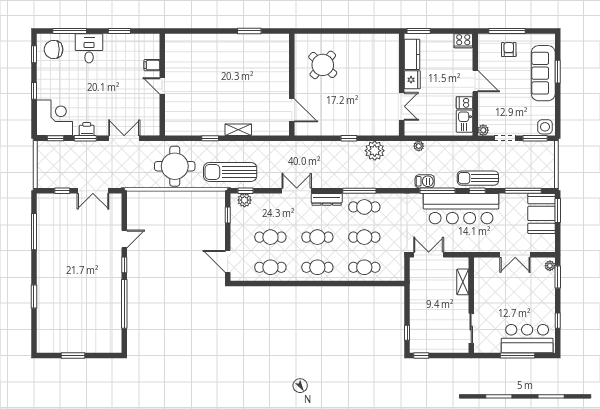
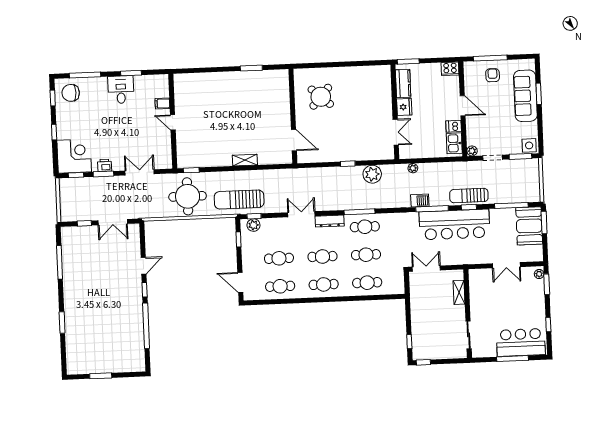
desk: (89, 48) -> (121, 90), moved
window: (210, 138) -> (191, 170), moved

